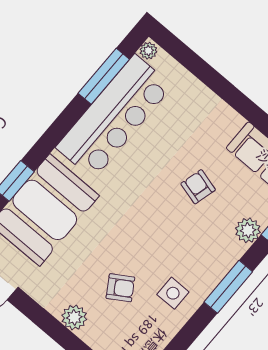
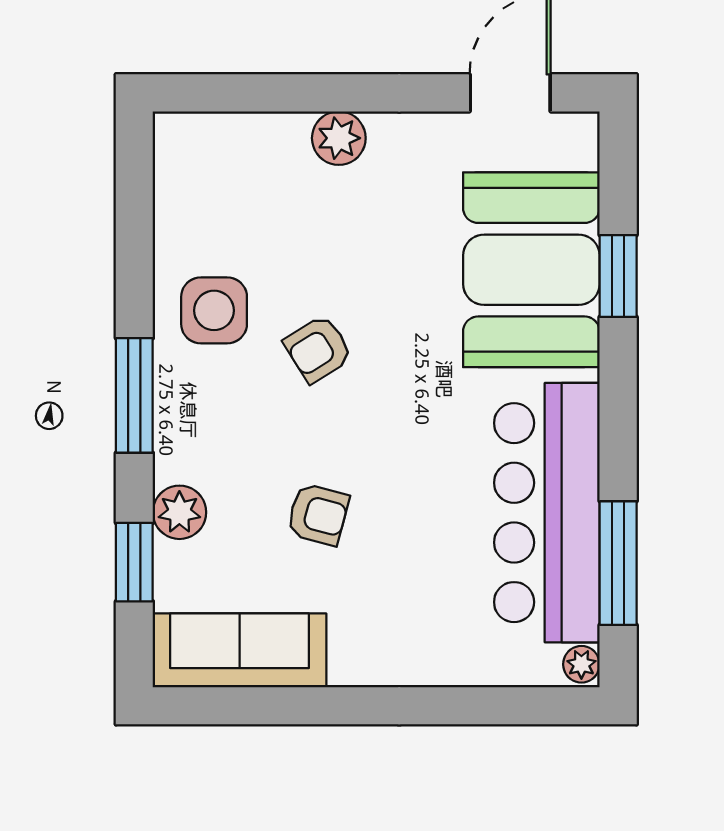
armchair: (120, 288) -> (318, 349), moved
side table: (173, 293) -> (214, 310), width x1.37, depth x1.37

